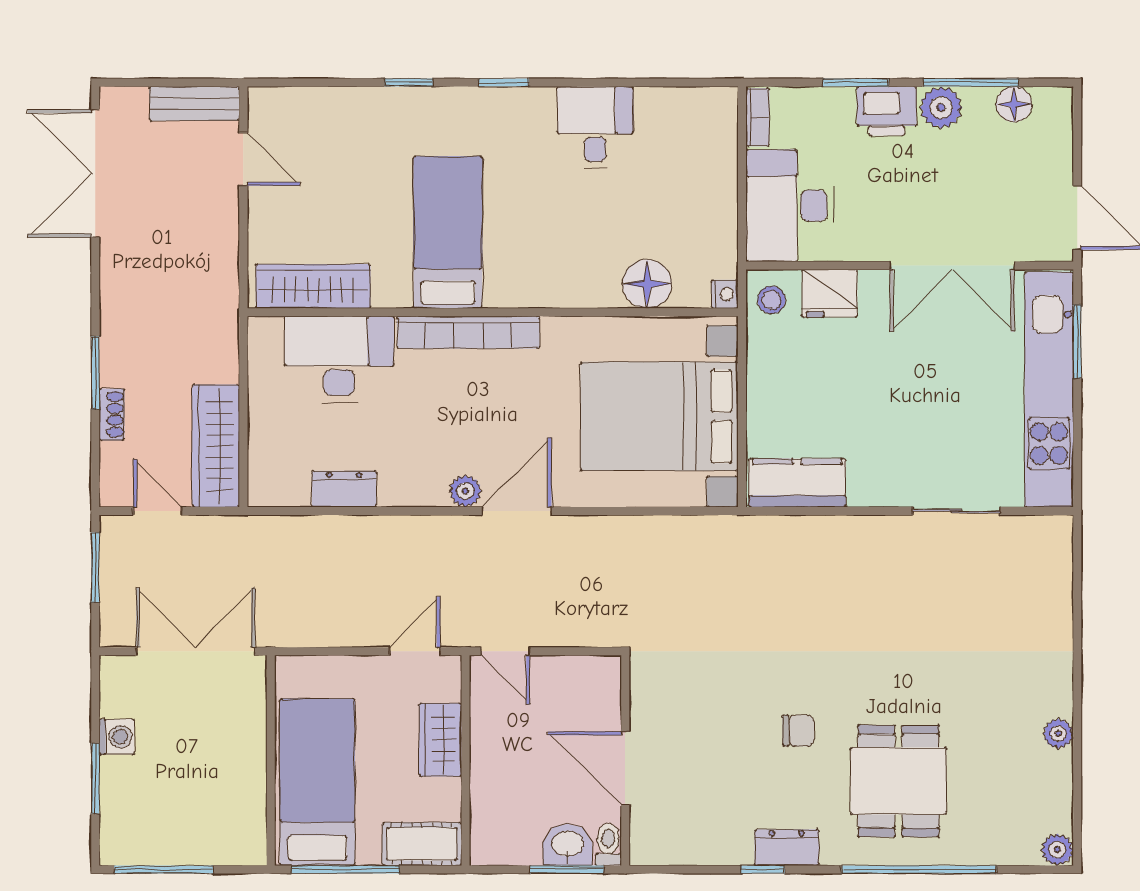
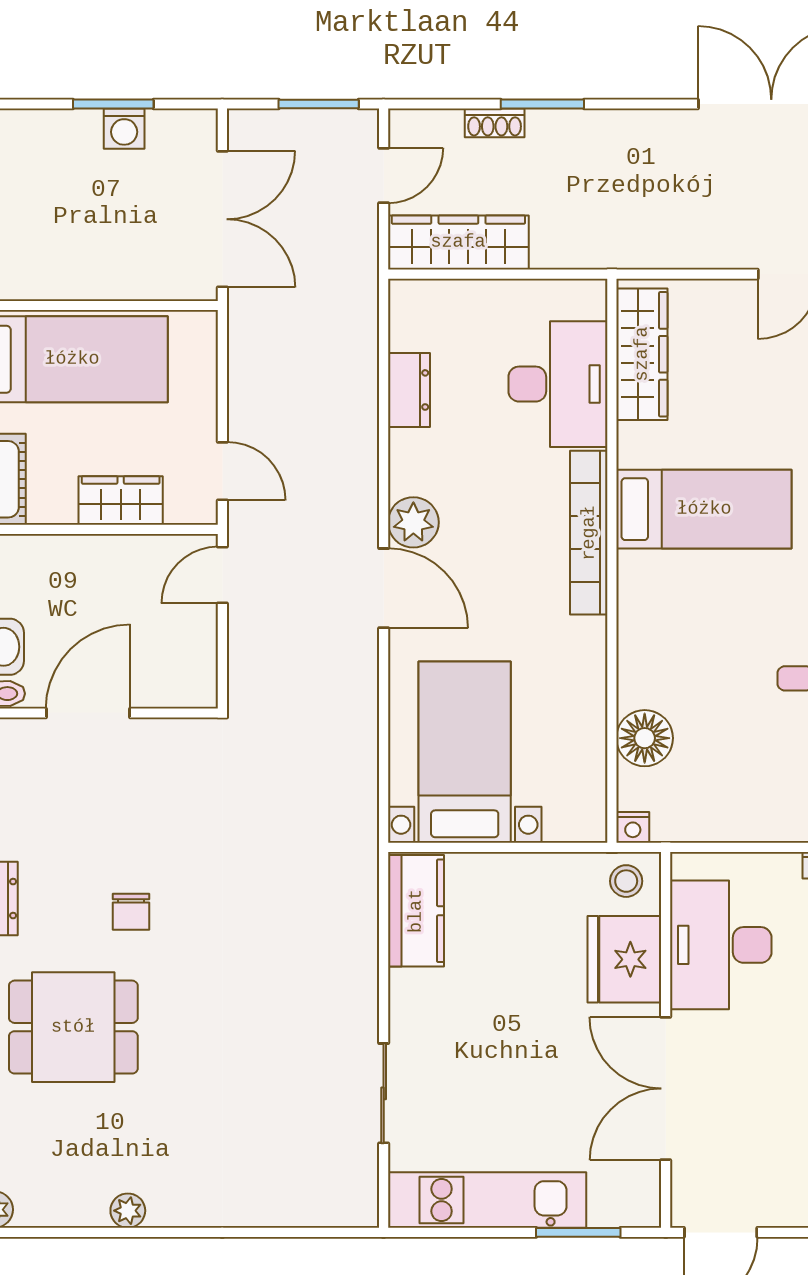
desk: (790, 206) -> (721, 945), moved, turned -90
fridge: (830, 293) -> (624, 959), width x1.36, depth x1.34
kitchen unit: (1049, 390) -> (487, 1200), width x0.73
bed with nightstands: (659, 416) -> (465, 752), width x0.73
plant: (465, 491) -> (413, 522), width x1.38, depth x1.38
window: (95, 779) -> (113, 104), moved

